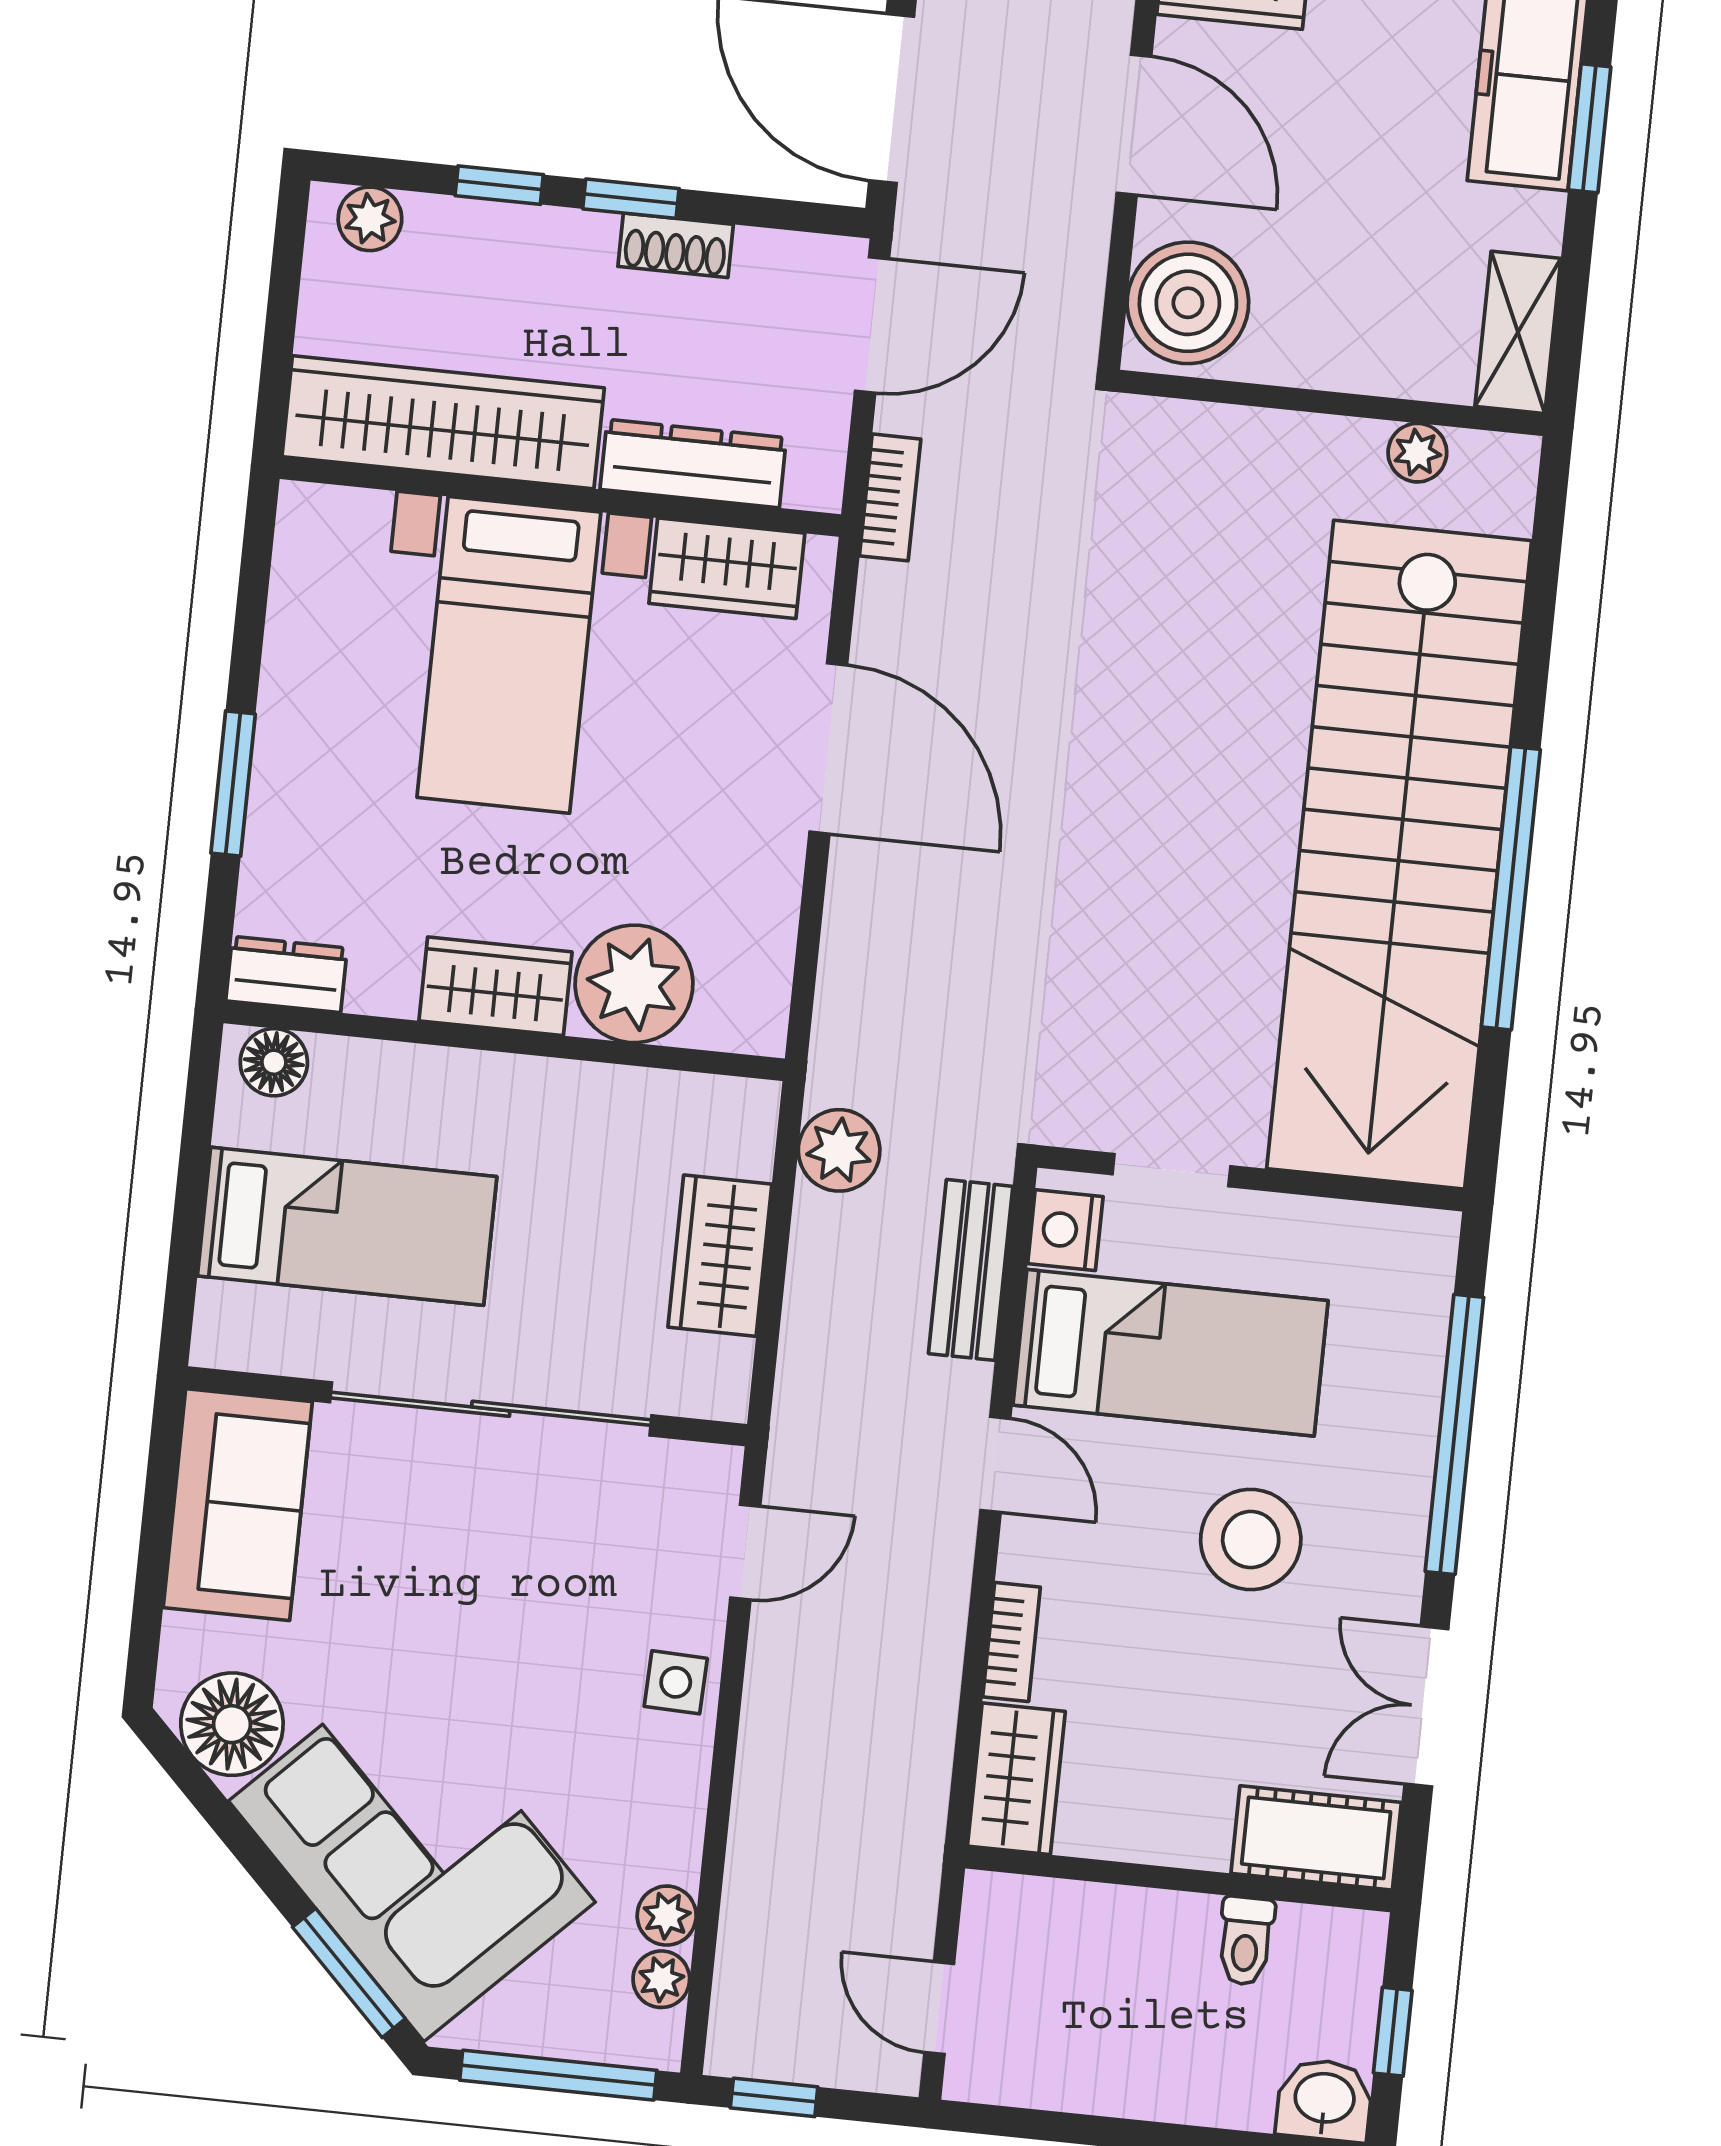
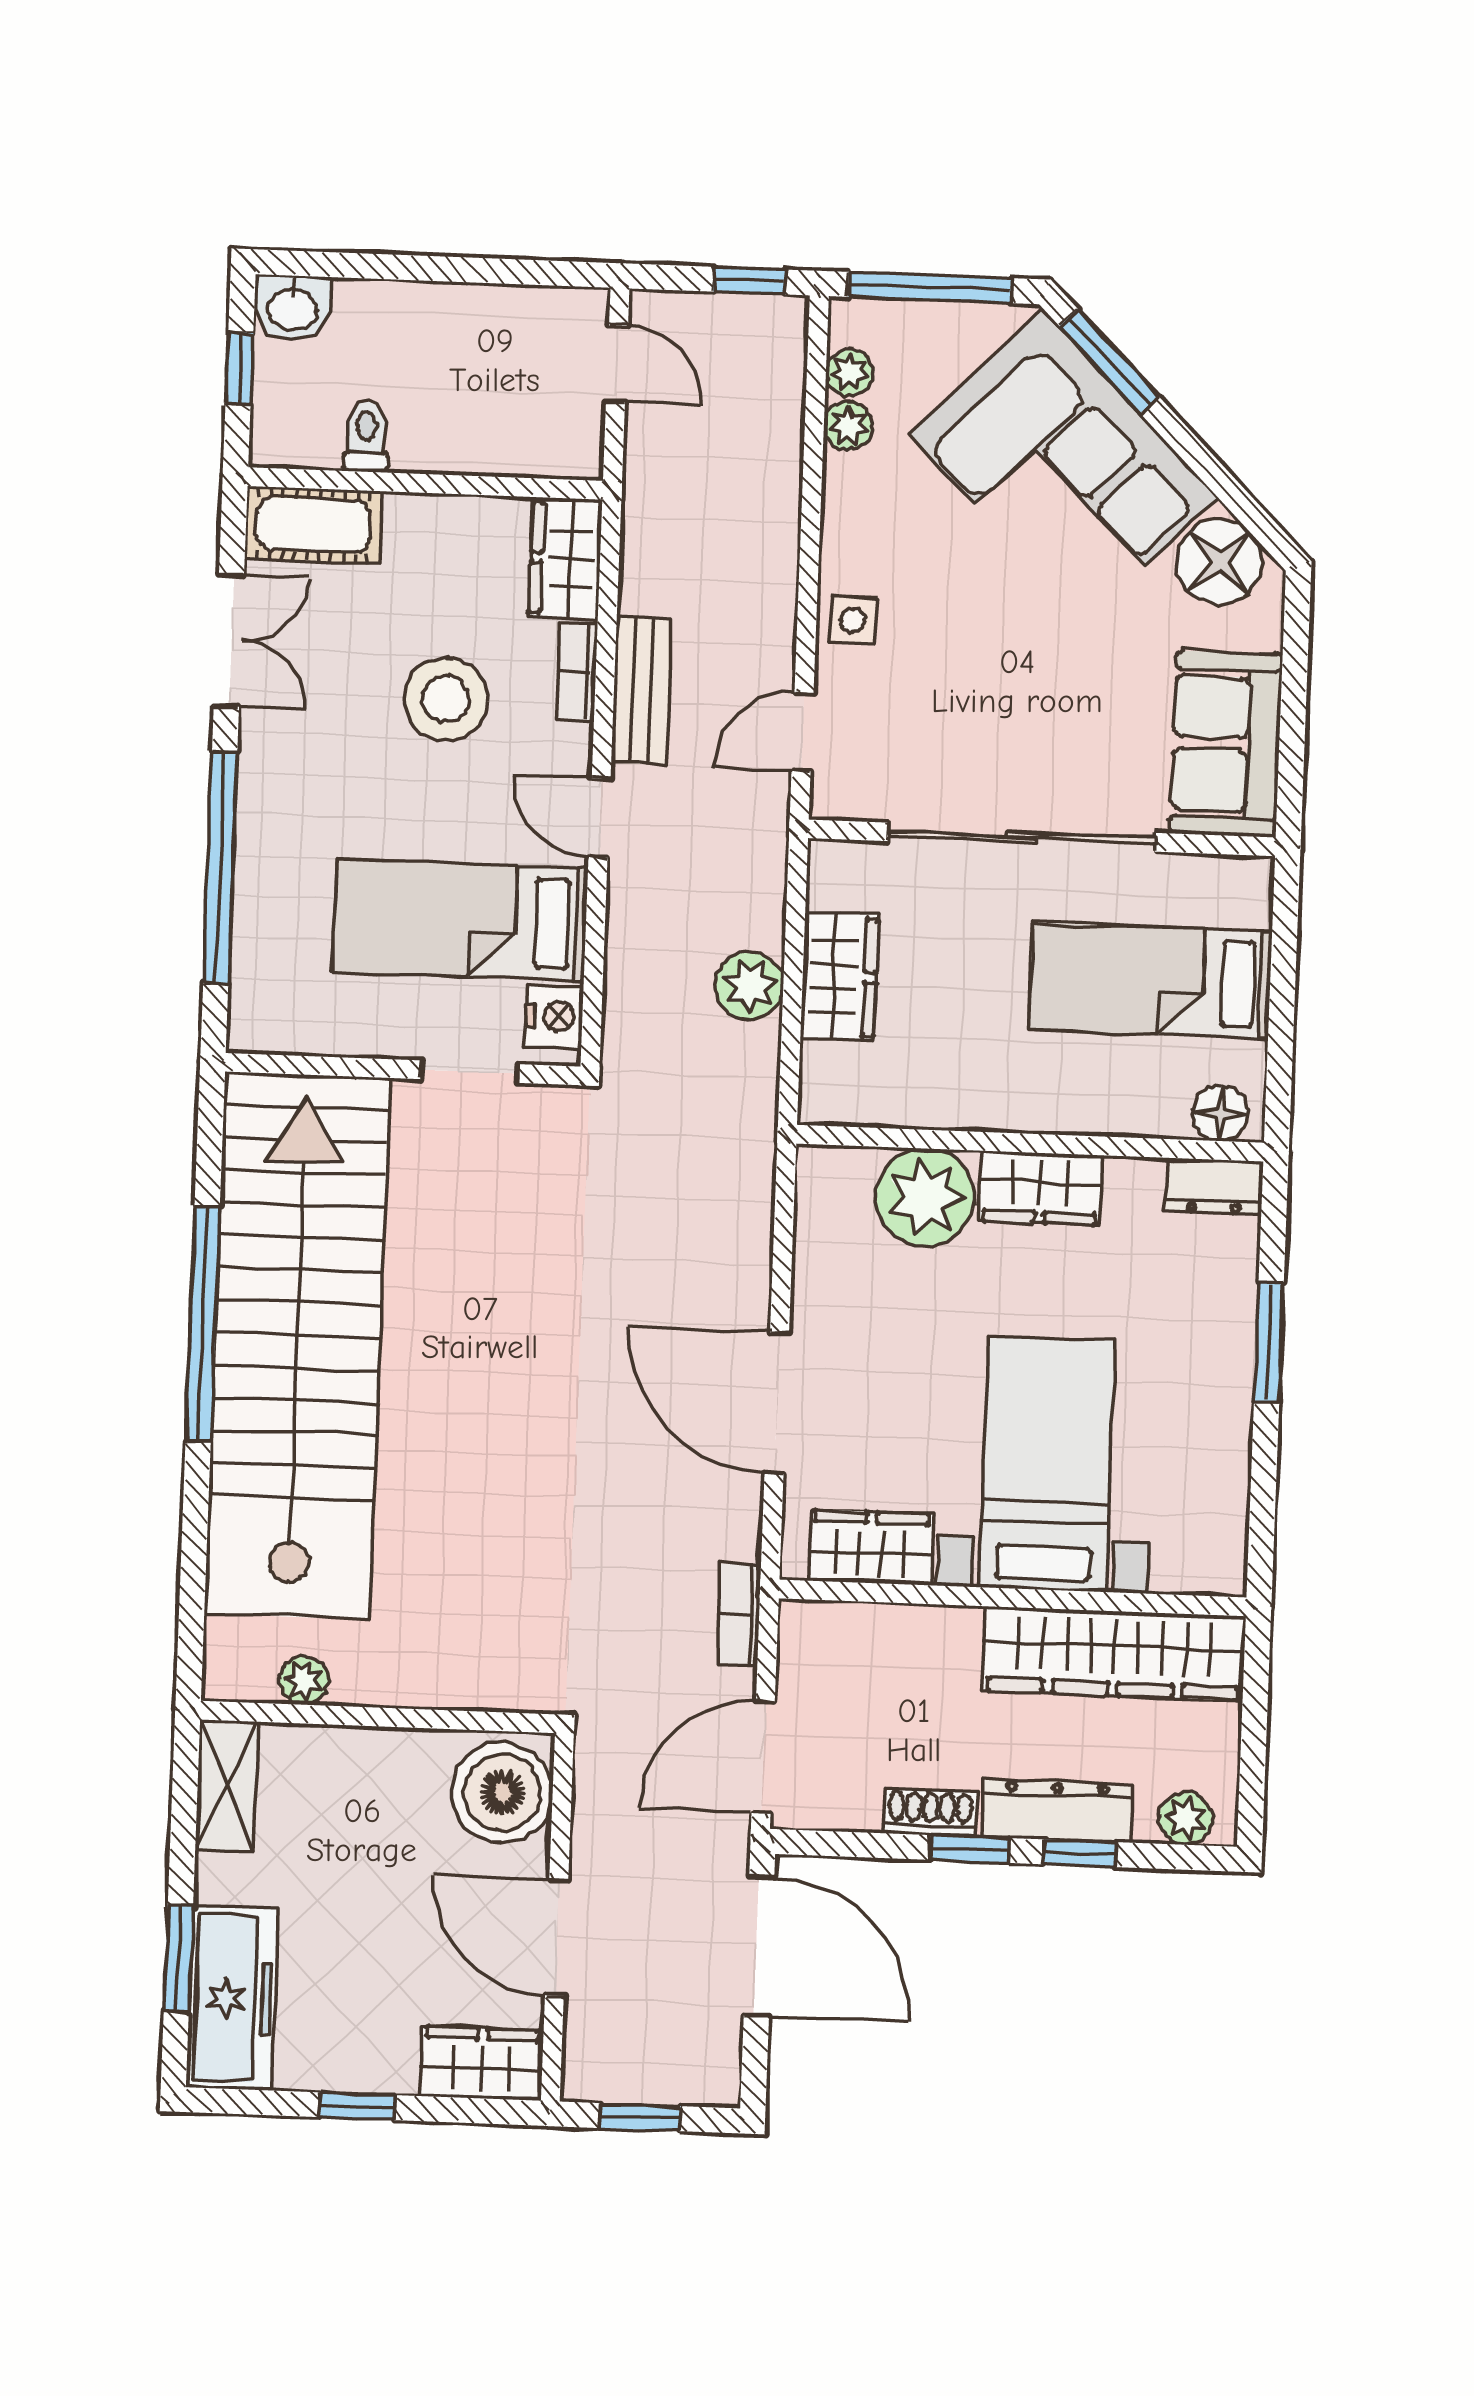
dresser: (693, 464) -> (1057, 1810), moved, turned 180
plant: (839, 1150) -> (749, 986), moved
bench: (971, 1270) -> (642, 691), moved
stool: (1251, 1540) -> (446, 699), moved

